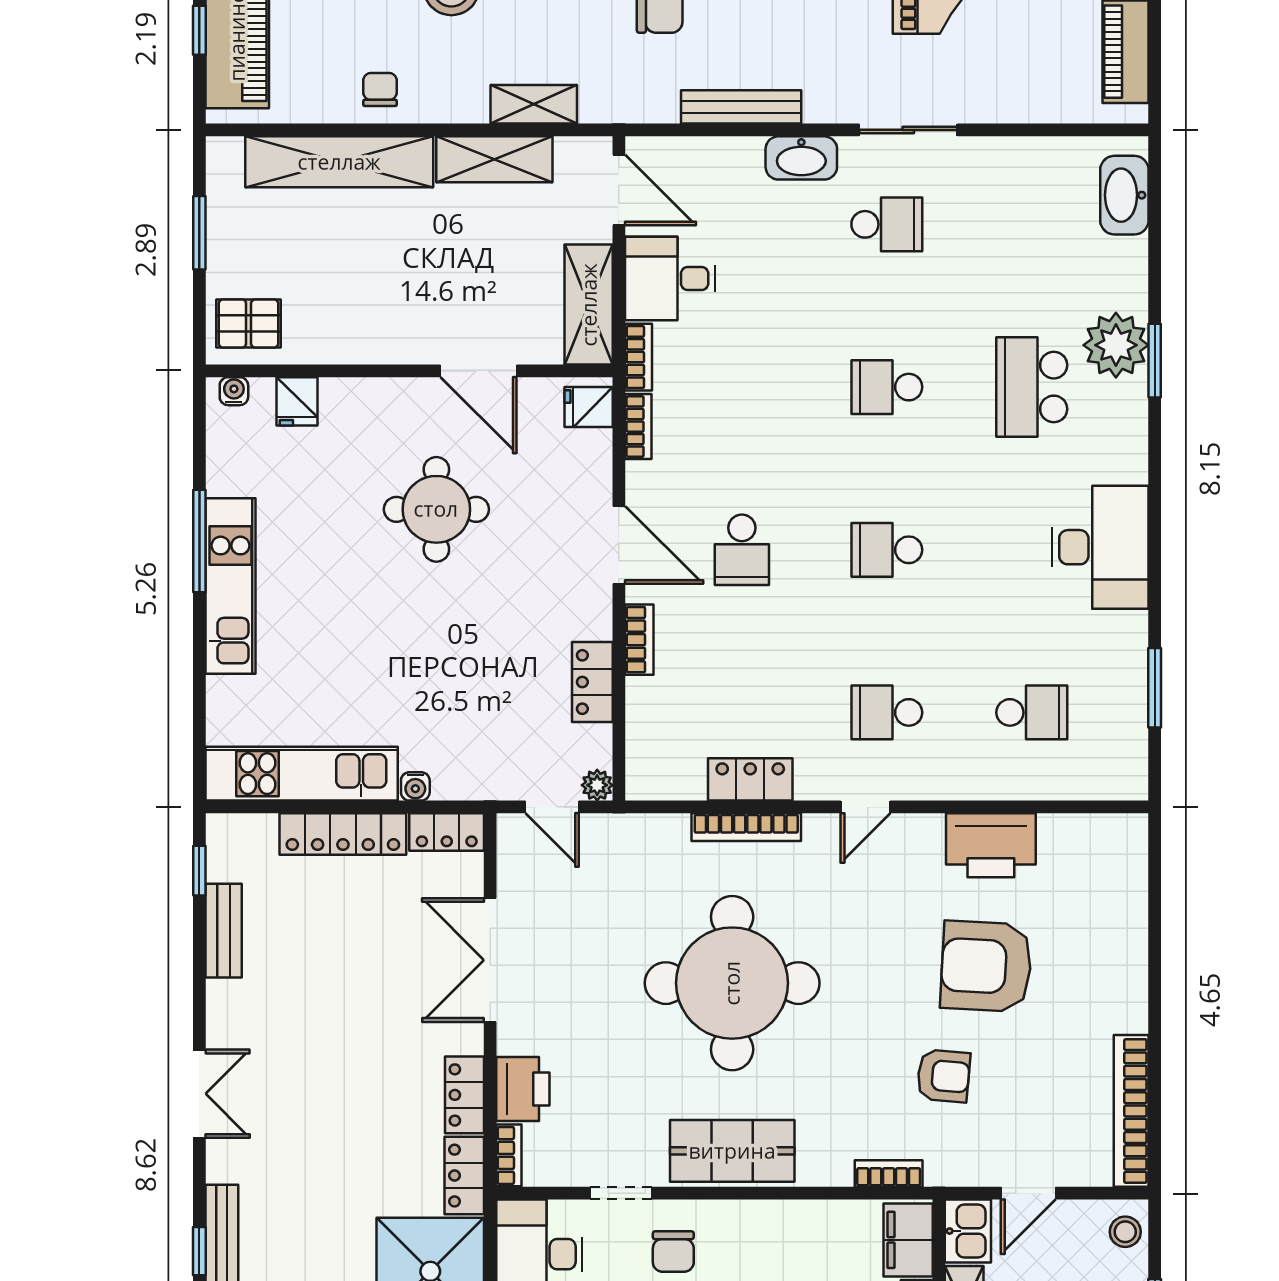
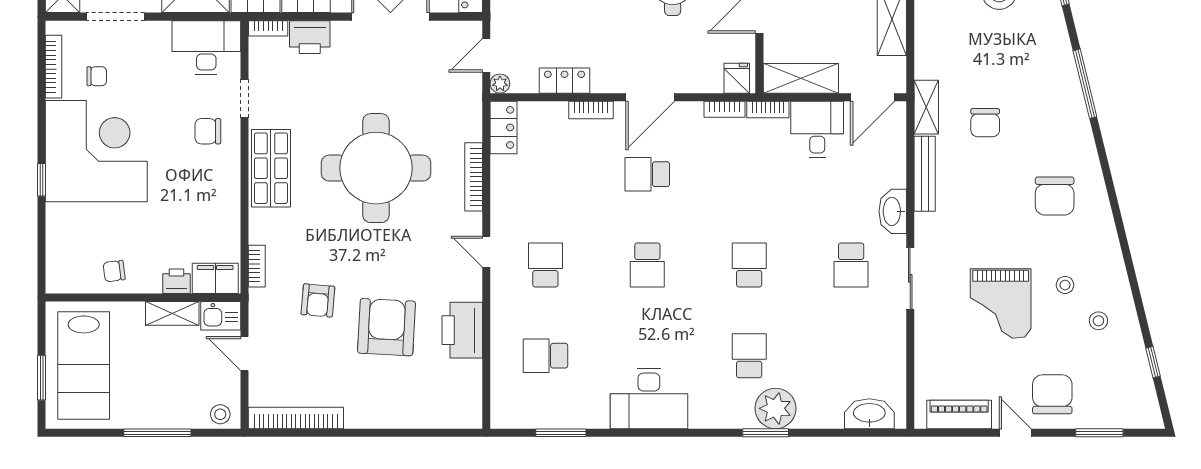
shelving: (534, 104) -> (926, 107), moved
school desk: (1032, 387) -> (749, 356), width x0.54
school desk: (887, 550) -> (647, 265), turned 180
school desk: (1032, 712) -> (545, 356), turned 90
locker: (750, 779) -> (504, 127), moved

